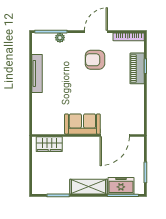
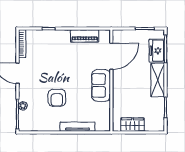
armchair: (95, 60) -> (57, 98), moved
piano: (137, 68) -> (85, 36), moved
tv unit: (37, 73) -> (77, 127), moved
door: (115, 135) -> (111, 56), hinge flipped
wardrobe: (49, 144) -> (133, 125), moved, turned -90

